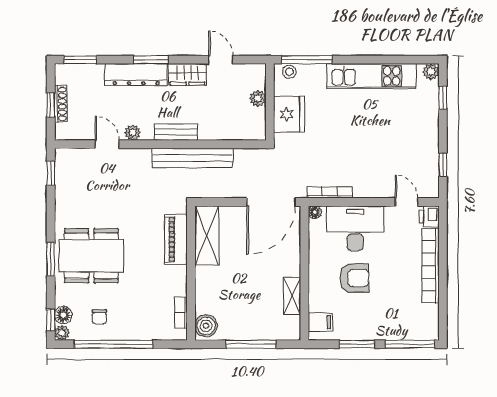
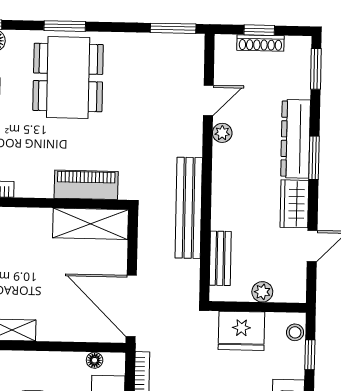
window: (307, 60) -> (310, 355), width x0.46
bench: (176, 132) -> (220, 258), moved
window: (51, 173) -> (173, 28), width x1.50
floor lamp: (315, 212) -> (95, 360), moved

